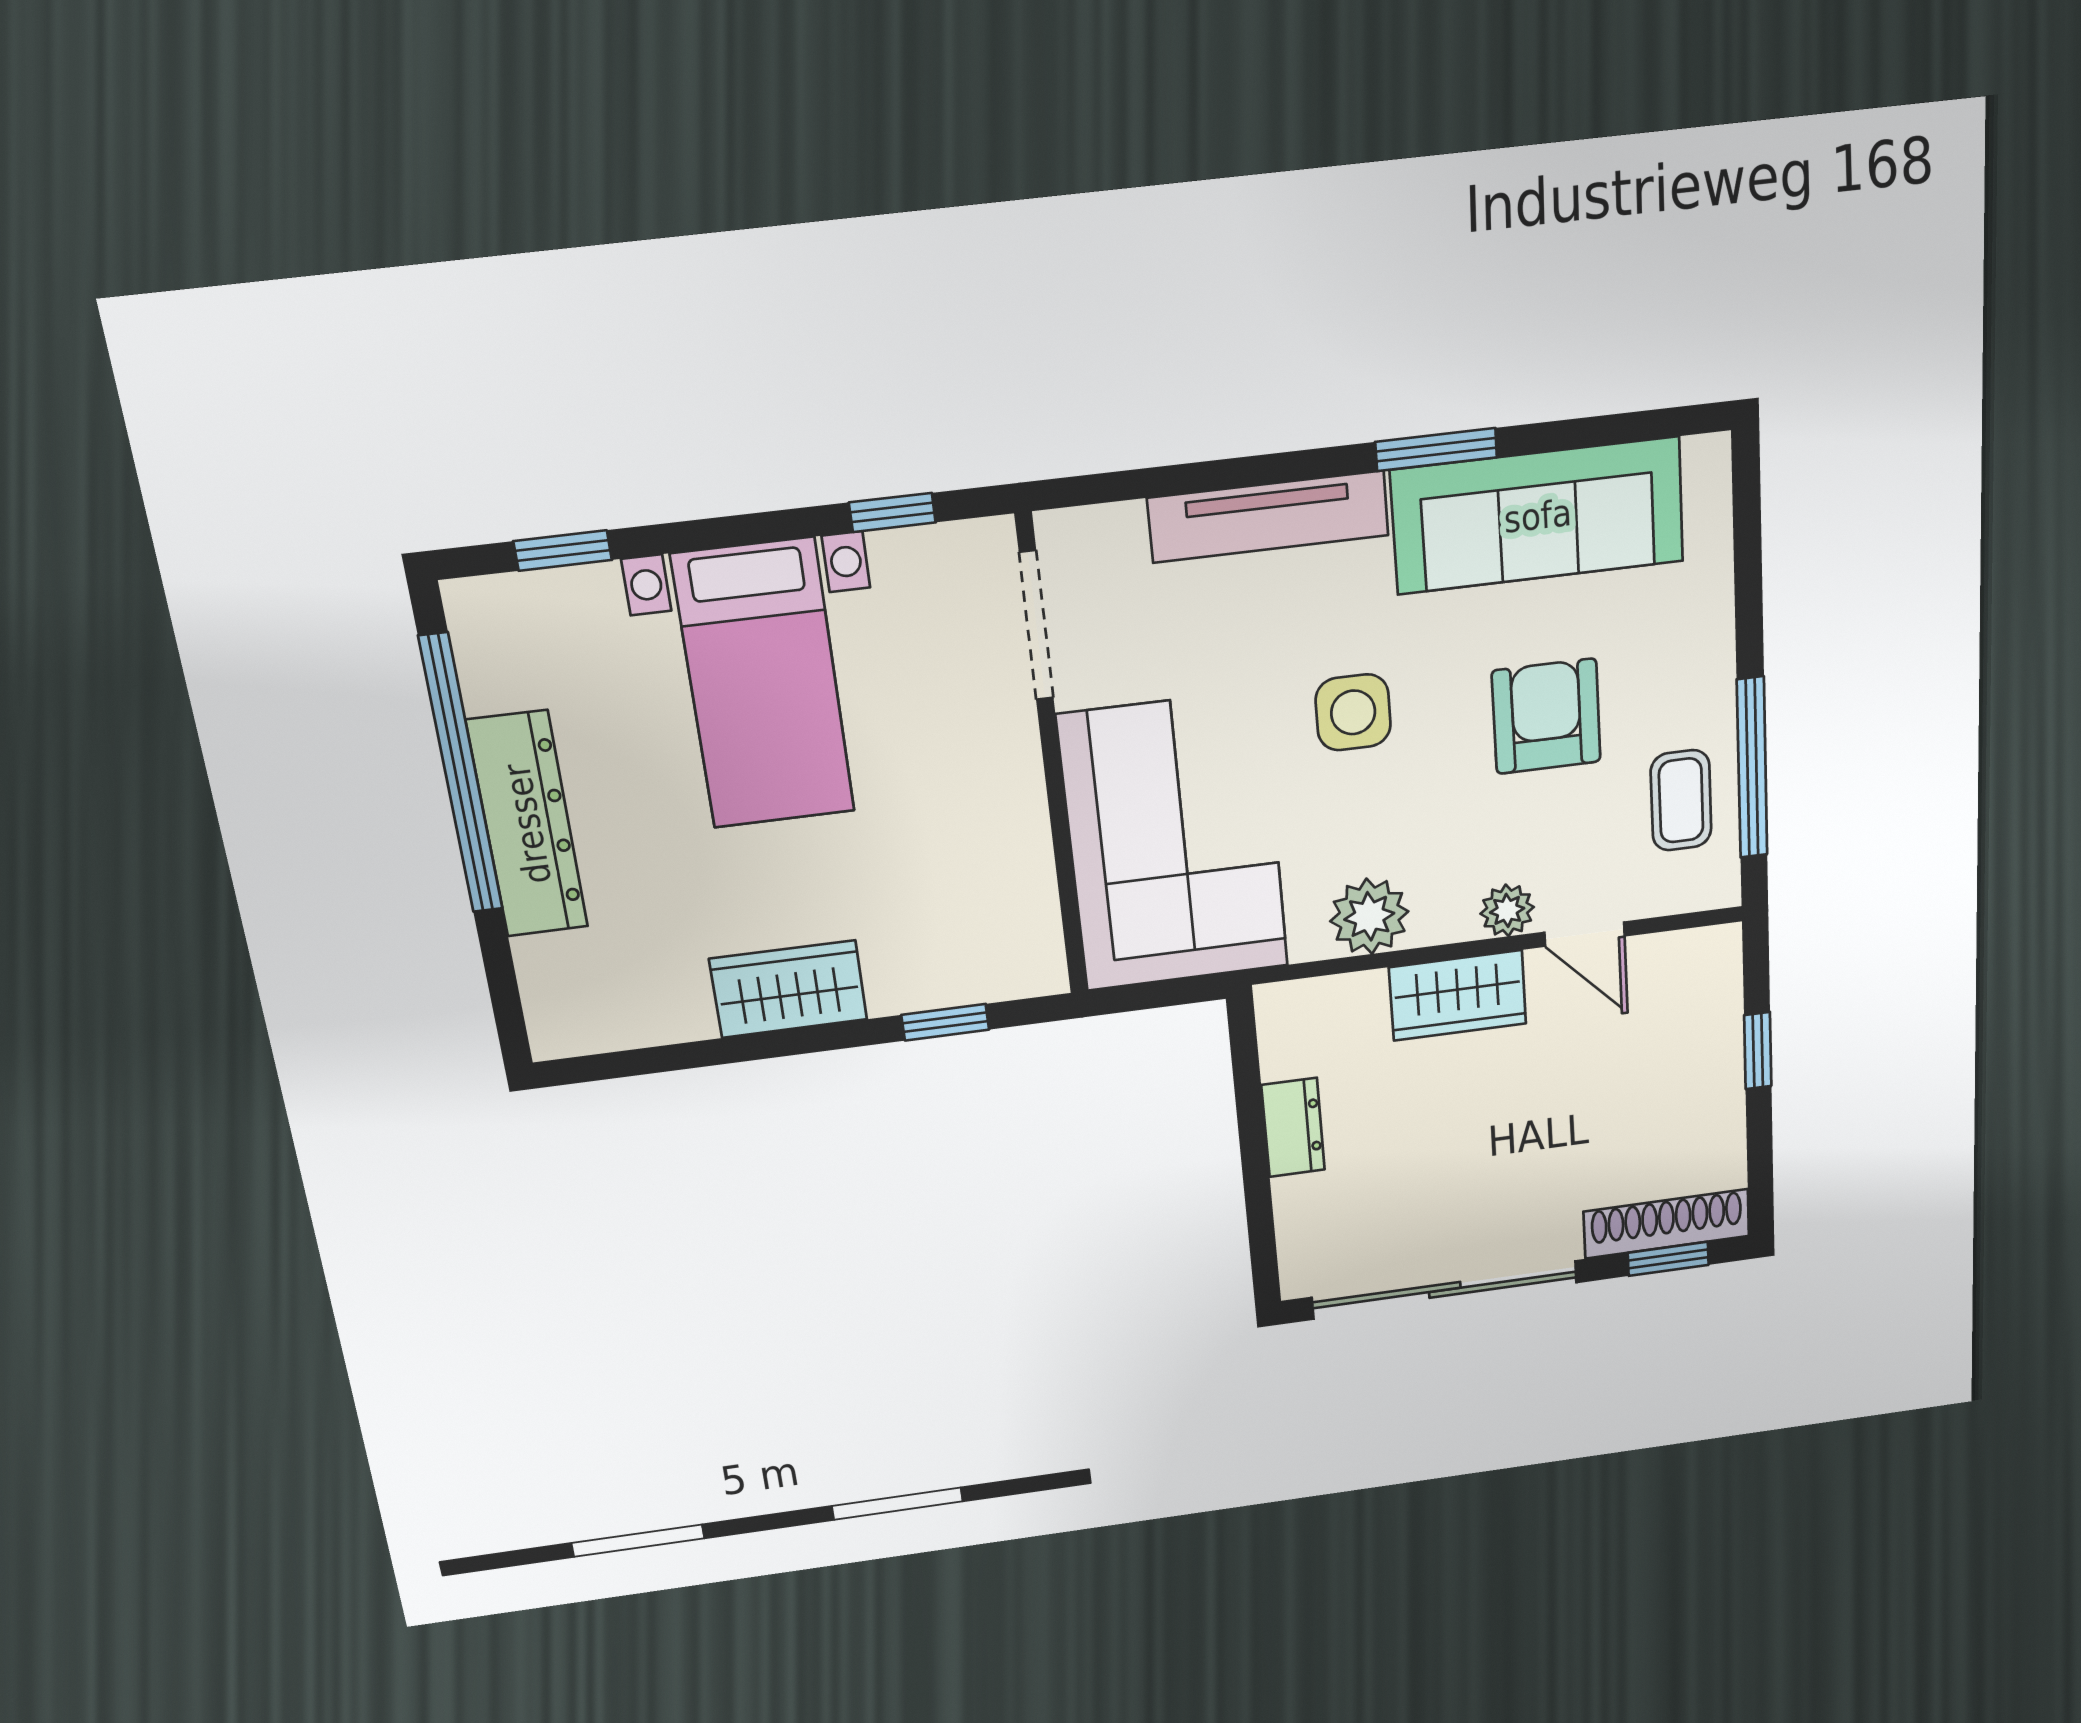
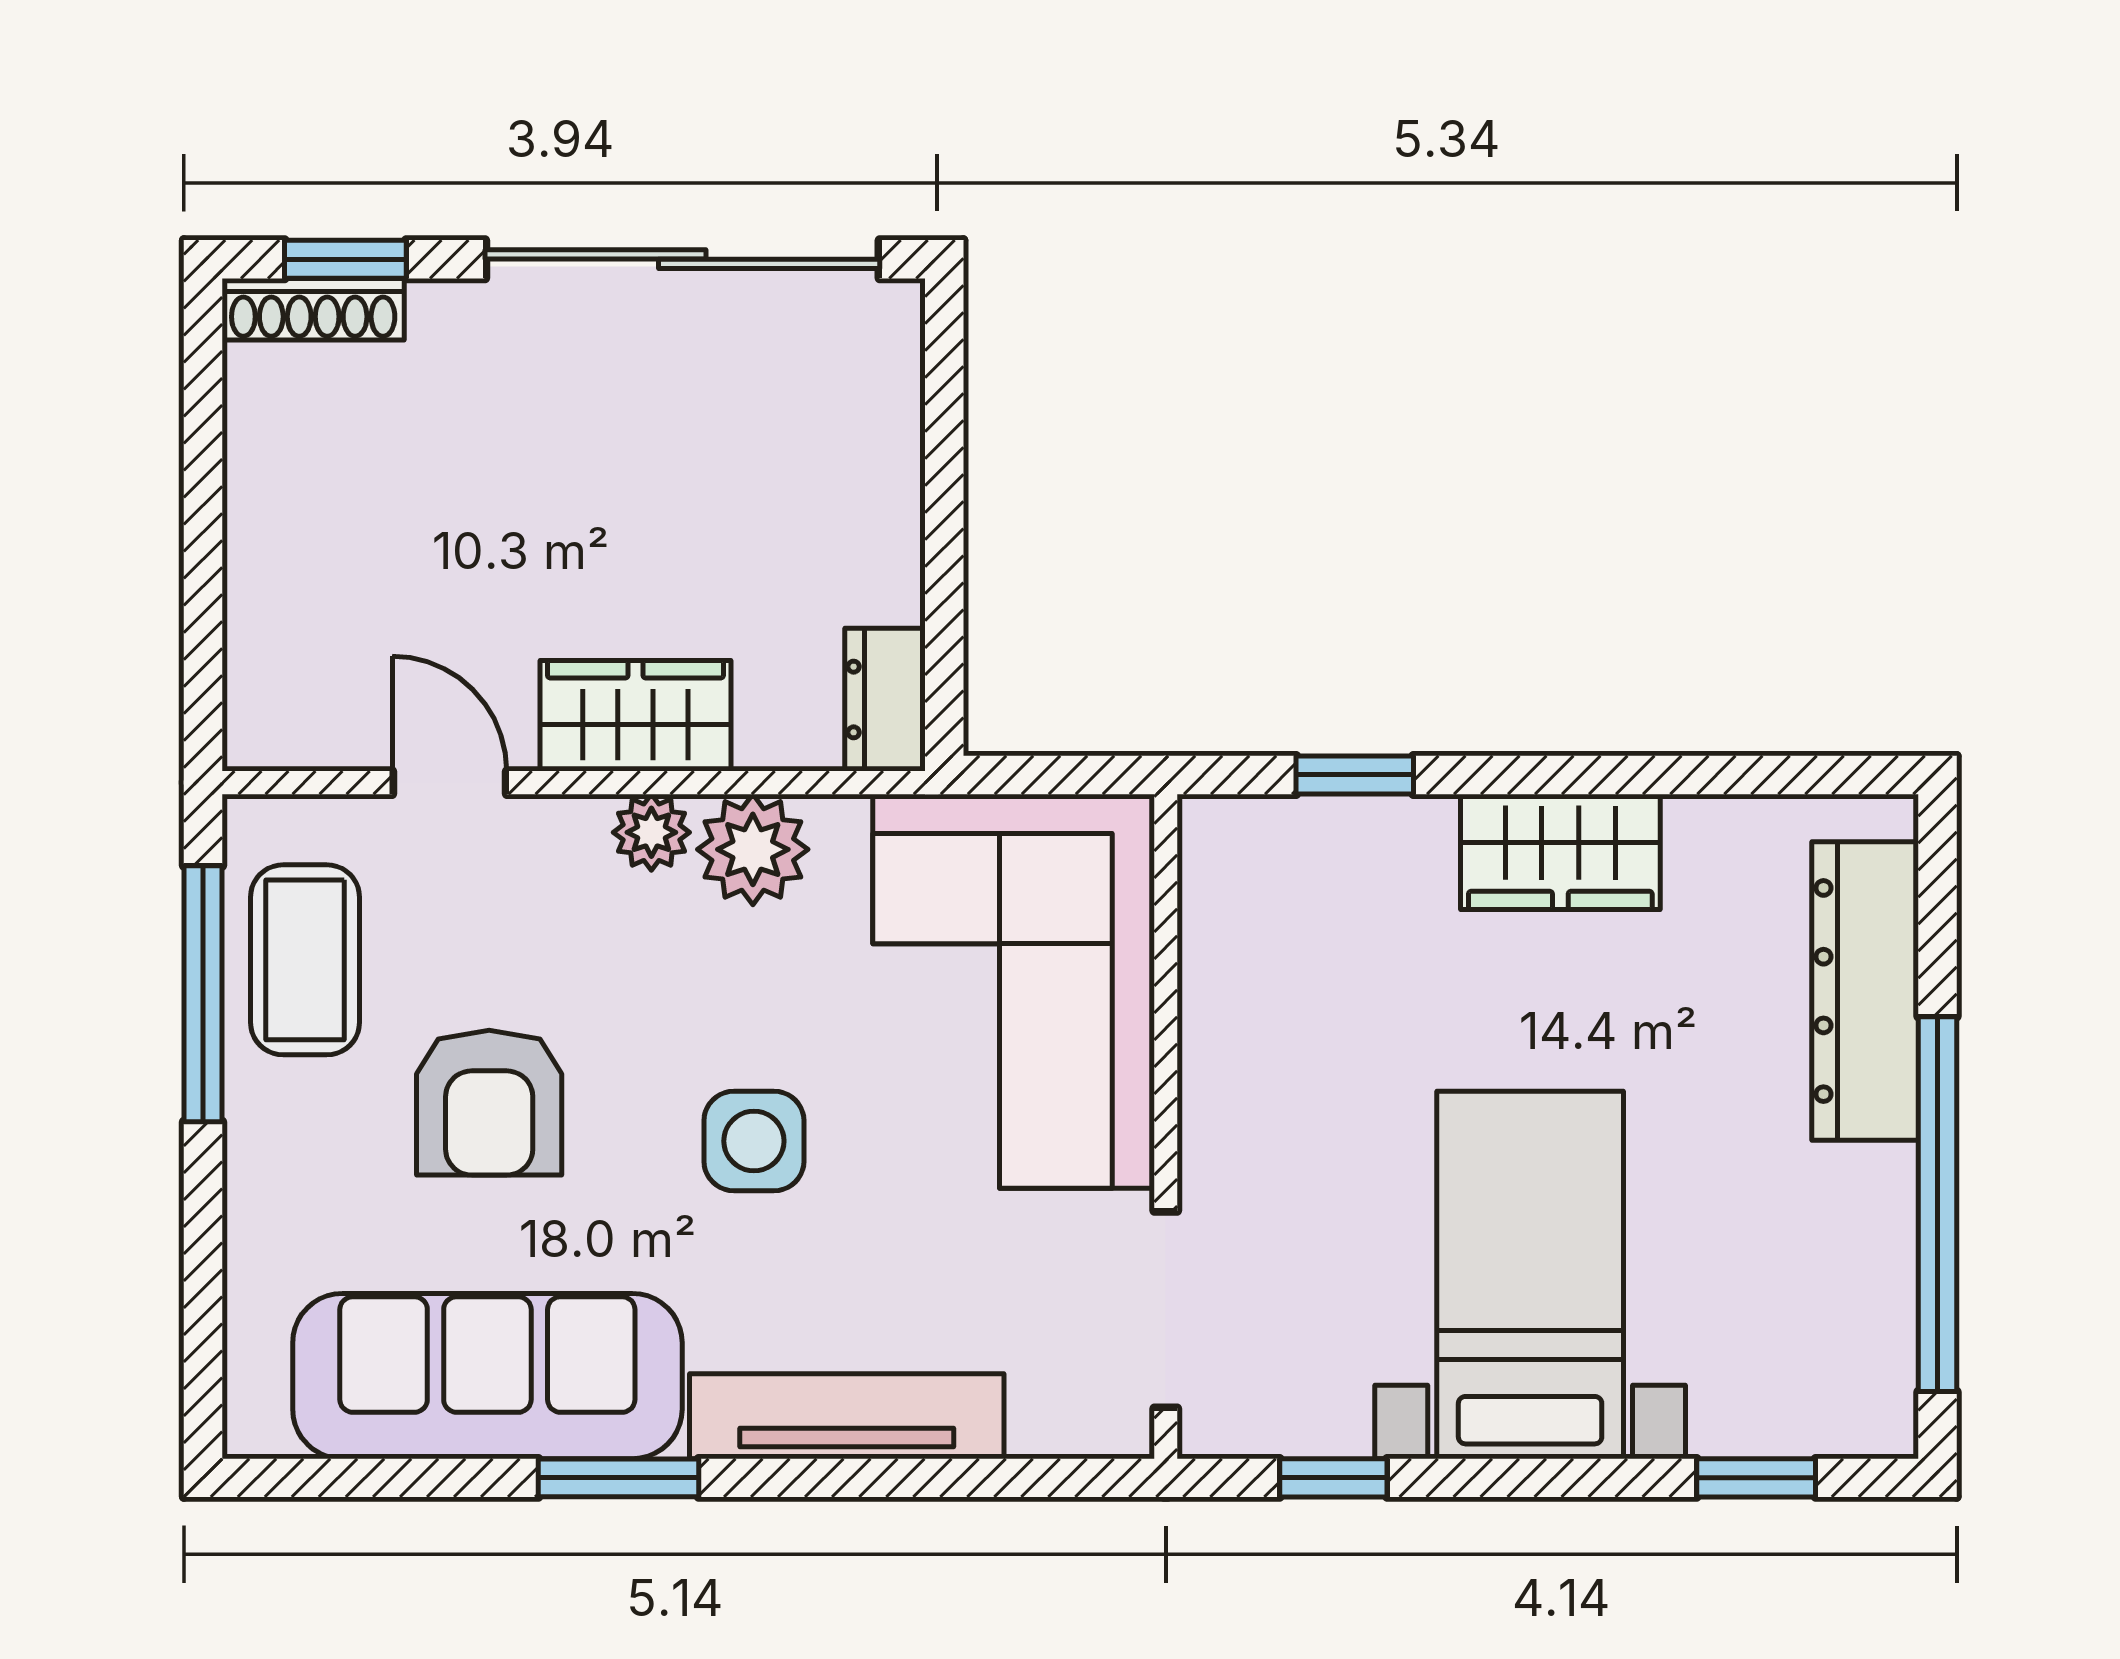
coffee table: (1681, 800) -> (305, 960), width x1.36, depth x1.30
dresser: (527, 824) -> (1865, 991), moved
plant: (1507, 910) -> (651, 832), moved
window: (1758, 1051) -> (203, 571), removed
dresser: (1293, 1127) -> (885, 699), moved
shoe rack: (1667, 1224) -> (313, 309), width x0.74, depth x0.81

